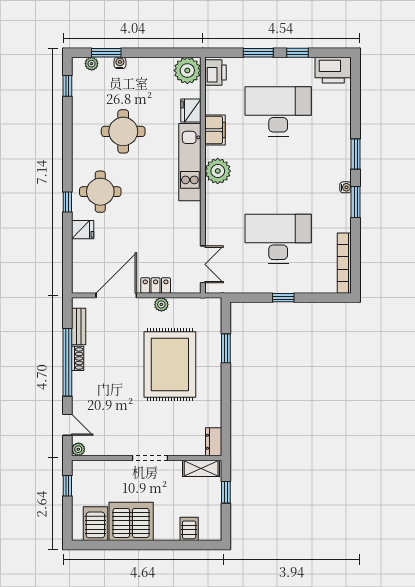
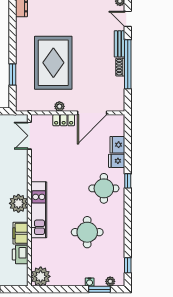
printer: (215, 72) -> (20, 255), moved
fridge: (191, 110) -> (117, 145), moved, turned 180
bench: (79, 326) -> (120, 44), moved

